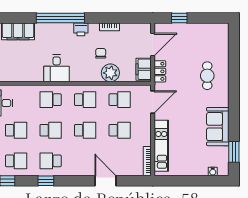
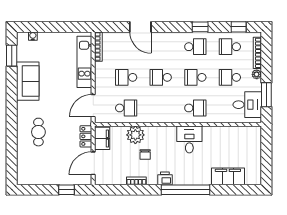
school desk: (85, 100) -> (161, 108), removed
school desk: (120, 100) -> (126, 108), turned 180

